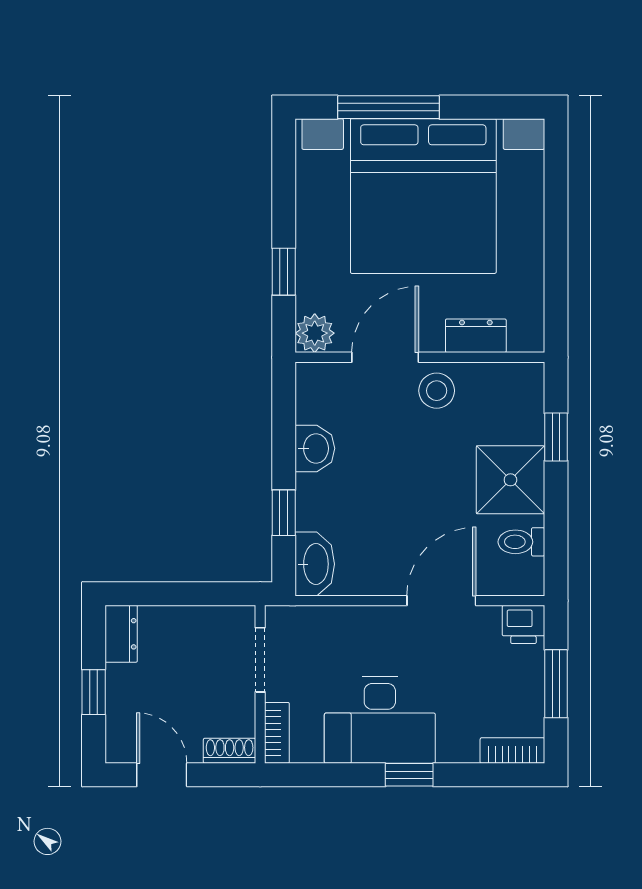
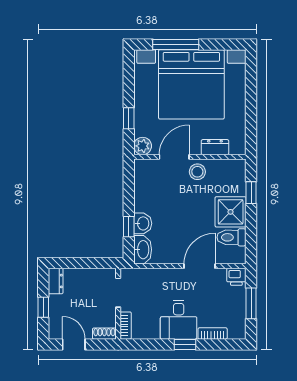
washbasin: (315, 448) -> (143, 223), moved
toilet: (521, 542) -> (231, 237), width x1.37, depth x1.39
desk: (380, 720) -> (179, 320), width x0.73
bookcase: (512, 751) -> (213, 333), moved

